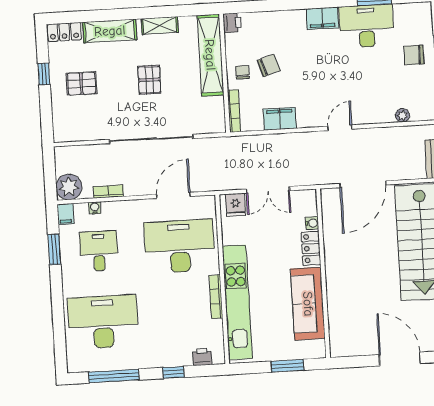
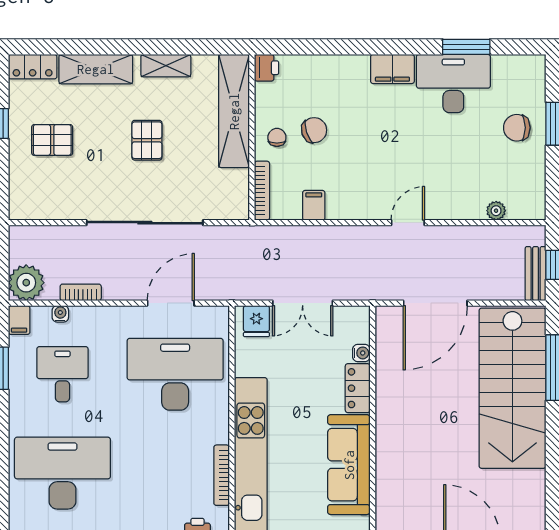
filing cabinet: (280, 119) -> (314, 205), width x0.50
bookcase: (216, 297) -> (222, 475), moved

